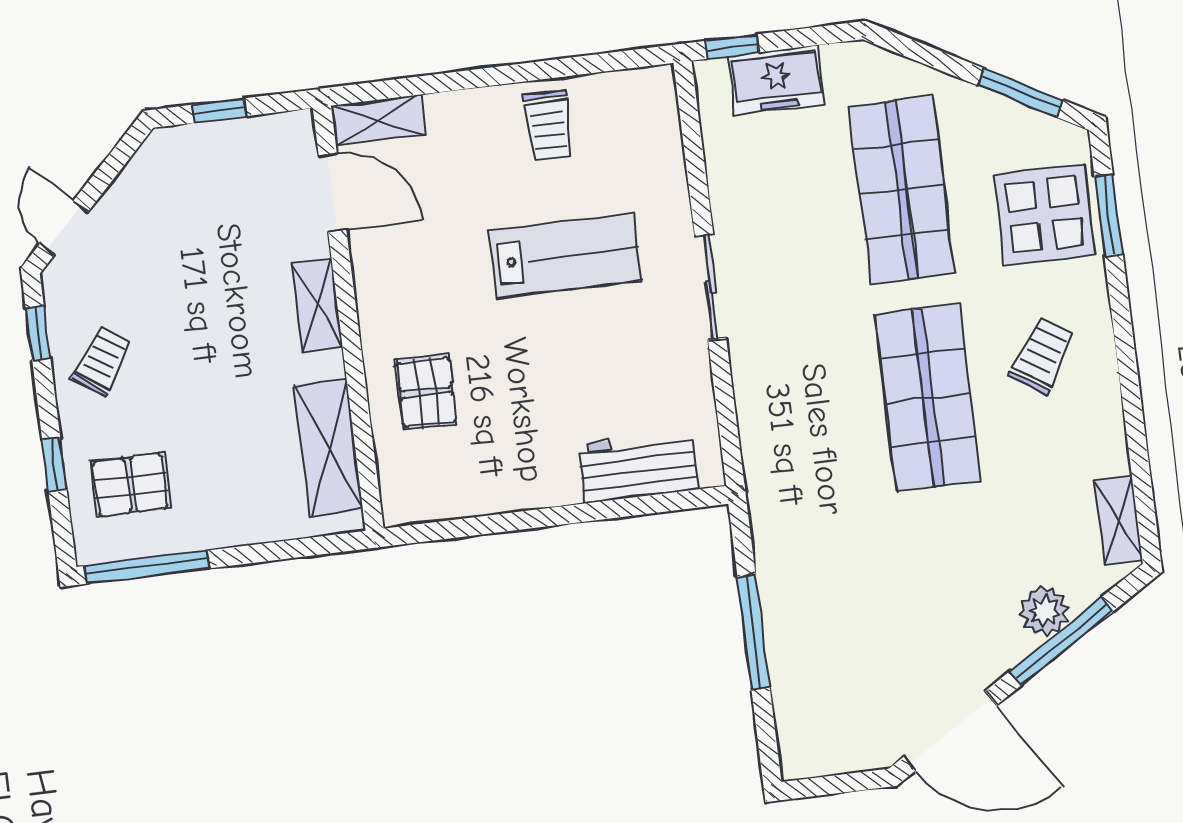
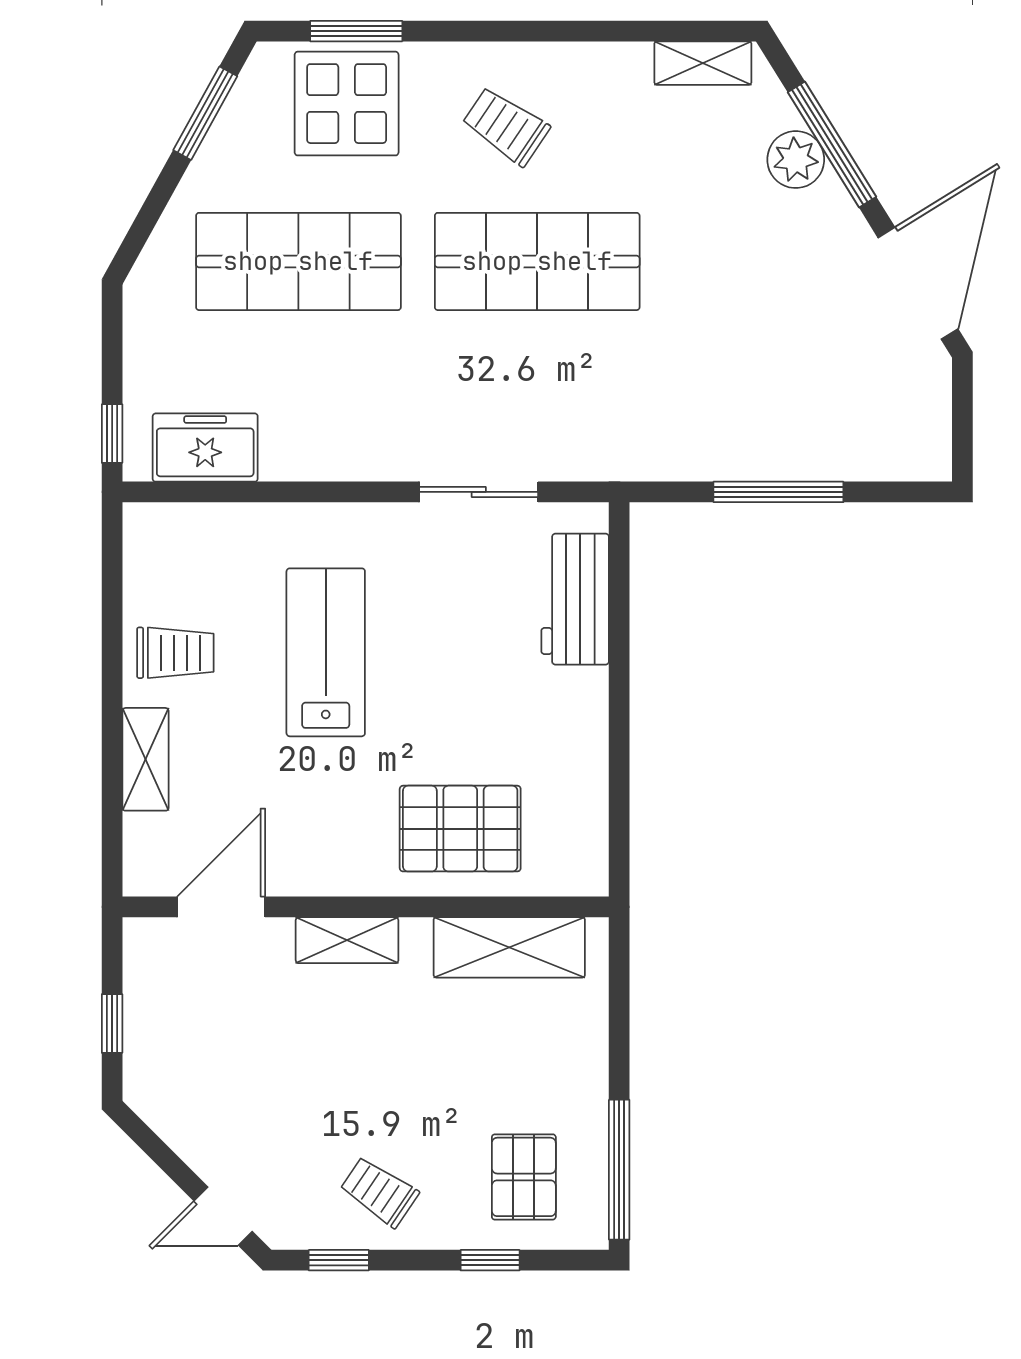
freezer: (777, 80) -> (205, 448), moved, turned -90
shelving: (378, 120) -> (145, 759), moved
sliding door: (711, 287) -> (479, 492), moved
pallet: (426, 392) -> (460, 829), width x1.50, depth x1.42

